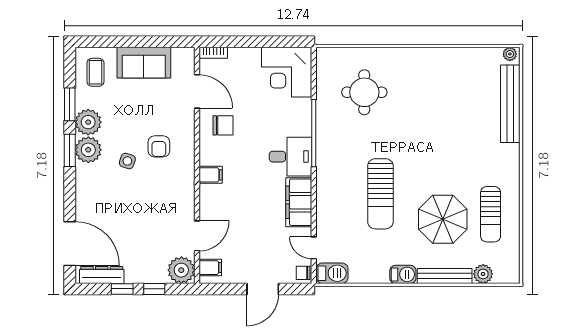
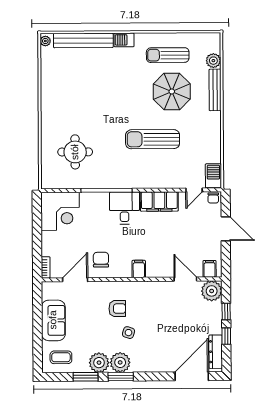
sun lounger: (380, 194) -> (153, 139), turned 180
sun lounger: (491, 214) -> (168, 55), turned 180
barbecue: (403, 274) -> (124, 40), moved, turned -90

